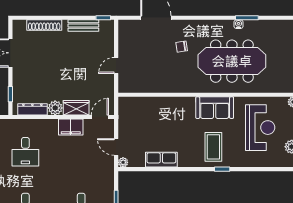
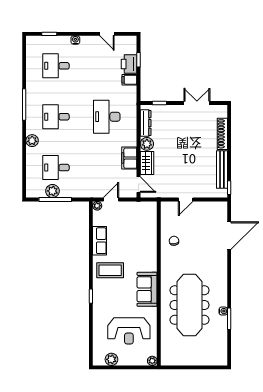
bench: (83, 26) -> (222, 170), width x1.36
chair: (182, 47) -> (174, 241), moved
door: (116, 65) -> (186, 199), swing flipped
coffee table: (213, 147) -> (110, 270), moved
desk: (25, 152) -> (107, 117), width x1.37

